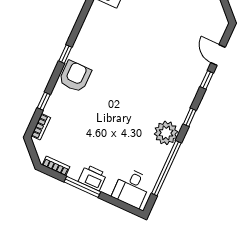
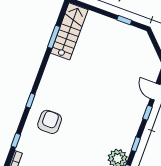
armchair: (75, 76) -> (50, 122), moved

